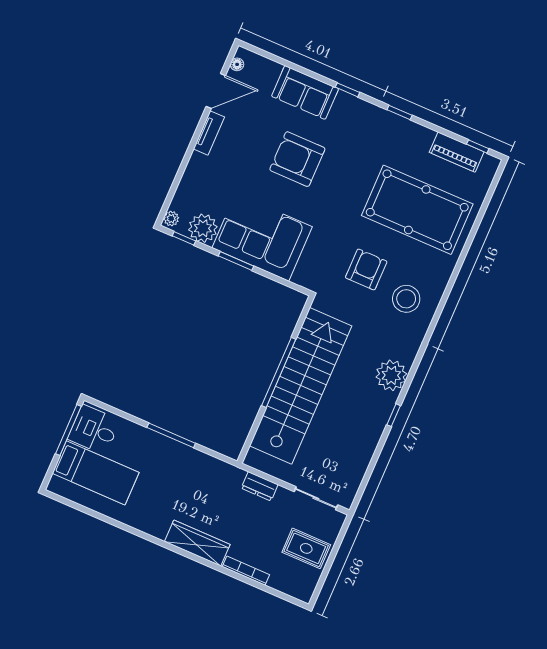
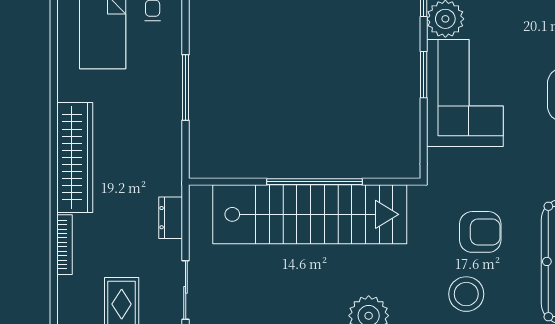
wardrobe: (197, 543) -> (75, 157), width x1.40, depth x1.17

